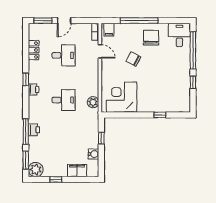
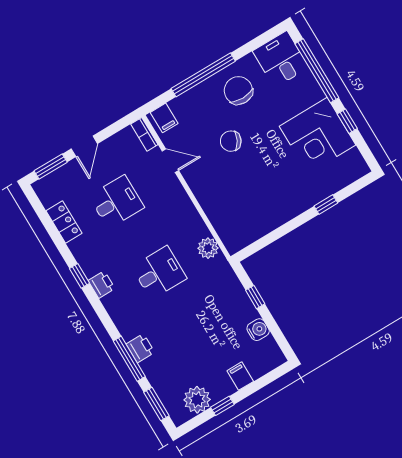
corner desk: (121, 97) -> (318, 136), moved, turned -90
plant: (36, 170) -> (197, 400), moved
filing cabinet: (77, 171) -> (240, 376), width x0.50

